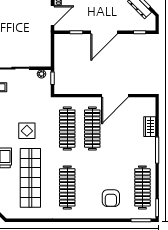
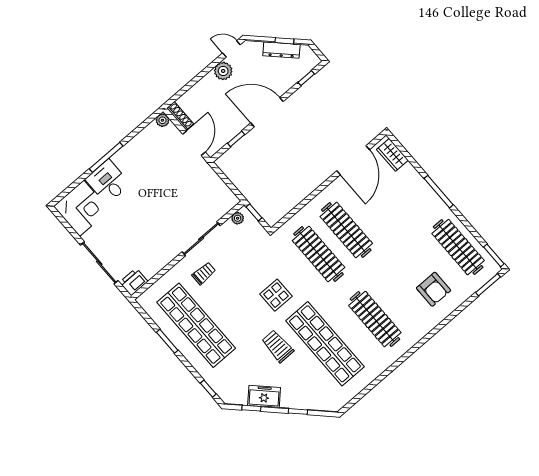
door: (104, 32) -> (267, 112), swing flipped
door: (115, 96) -> (353, 160), moved
wardrobe: (150, 127) -> (392, 155), moved

